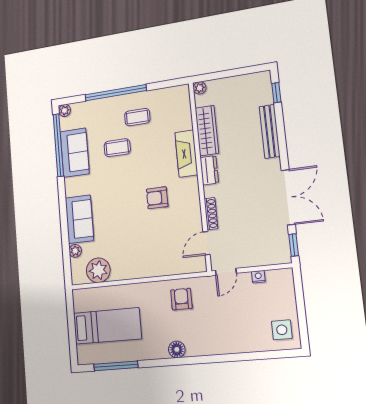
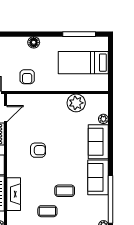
sofa: (75, 153) -> (98, 177), moved
fireplace: (186, 154) -> (14, 194), moved
plant: (98, 270) -> (76, 103), moved

